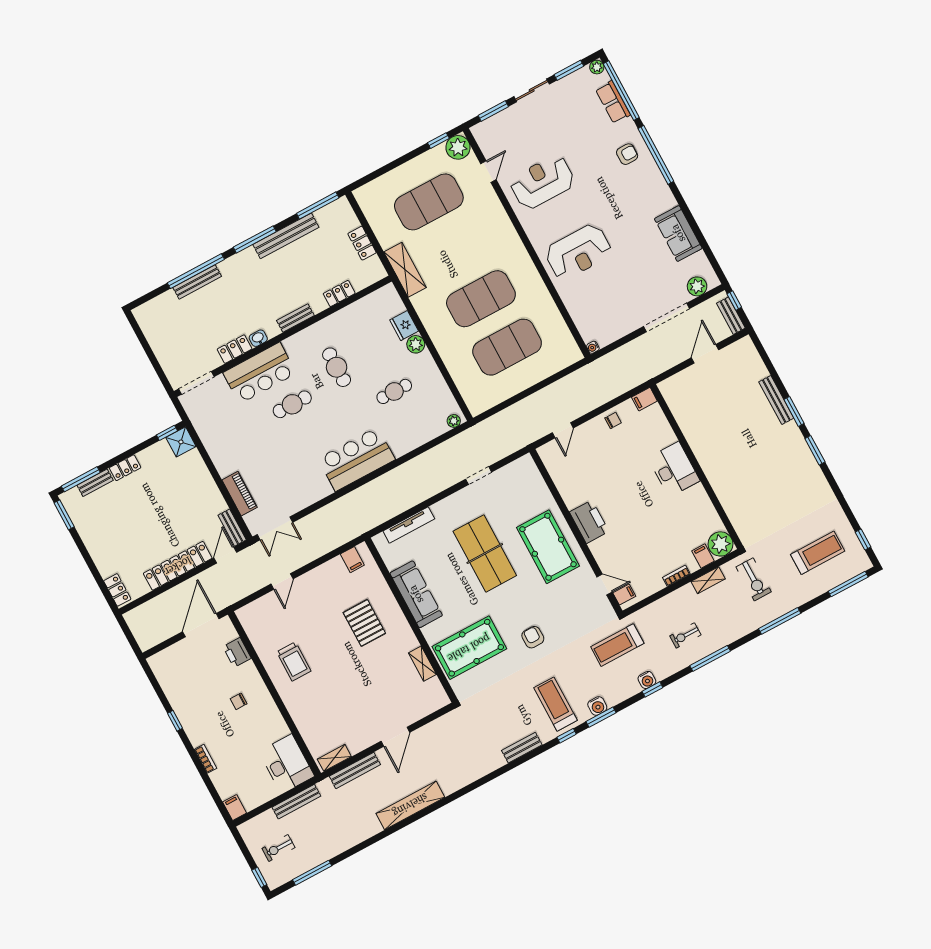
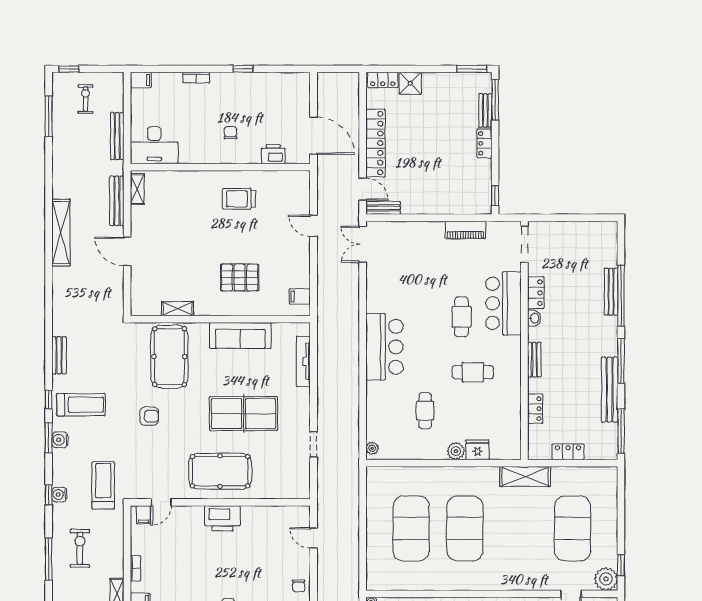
shower: (181, 442) -> (410, 83), moved
piano: (240, 494) -> (465, 230), moved
exercise bike: (685, 635) -> (80, 548), width x1.38, depth x1.39

